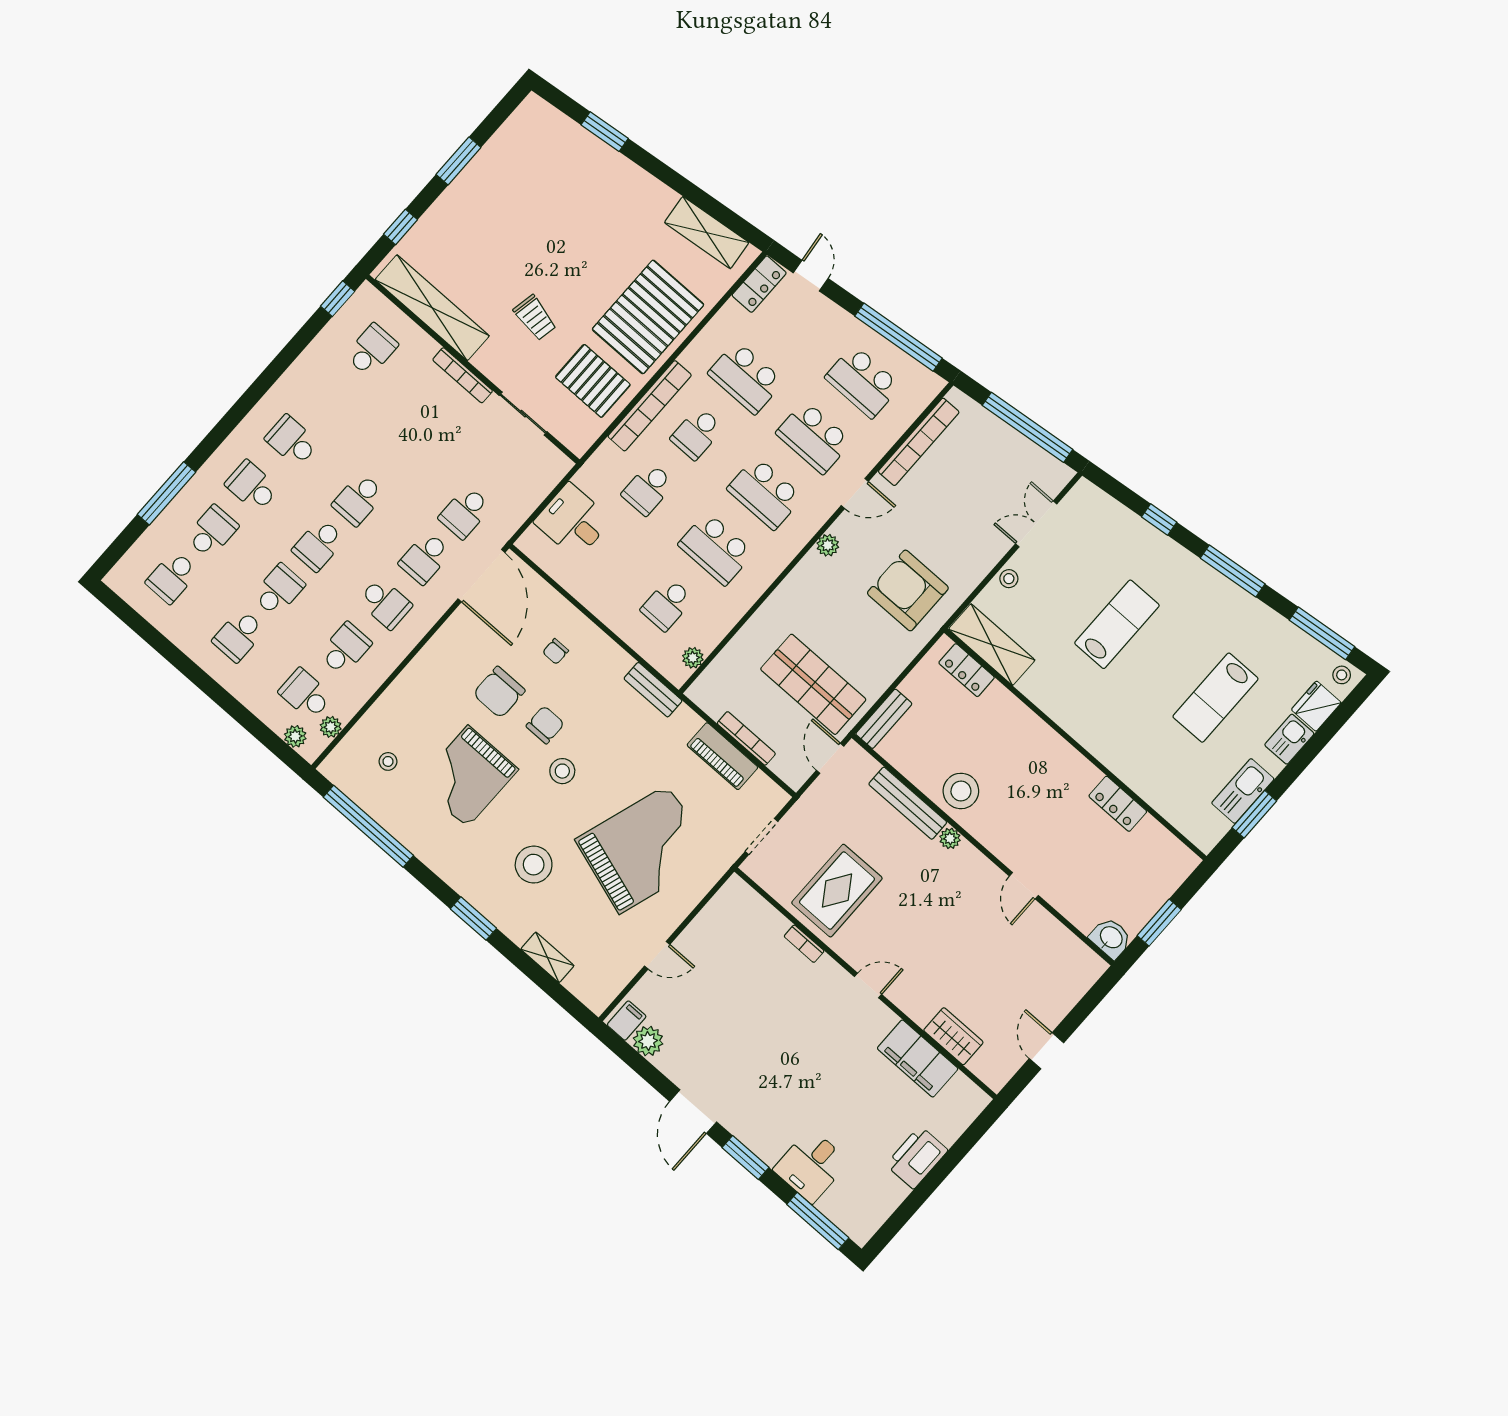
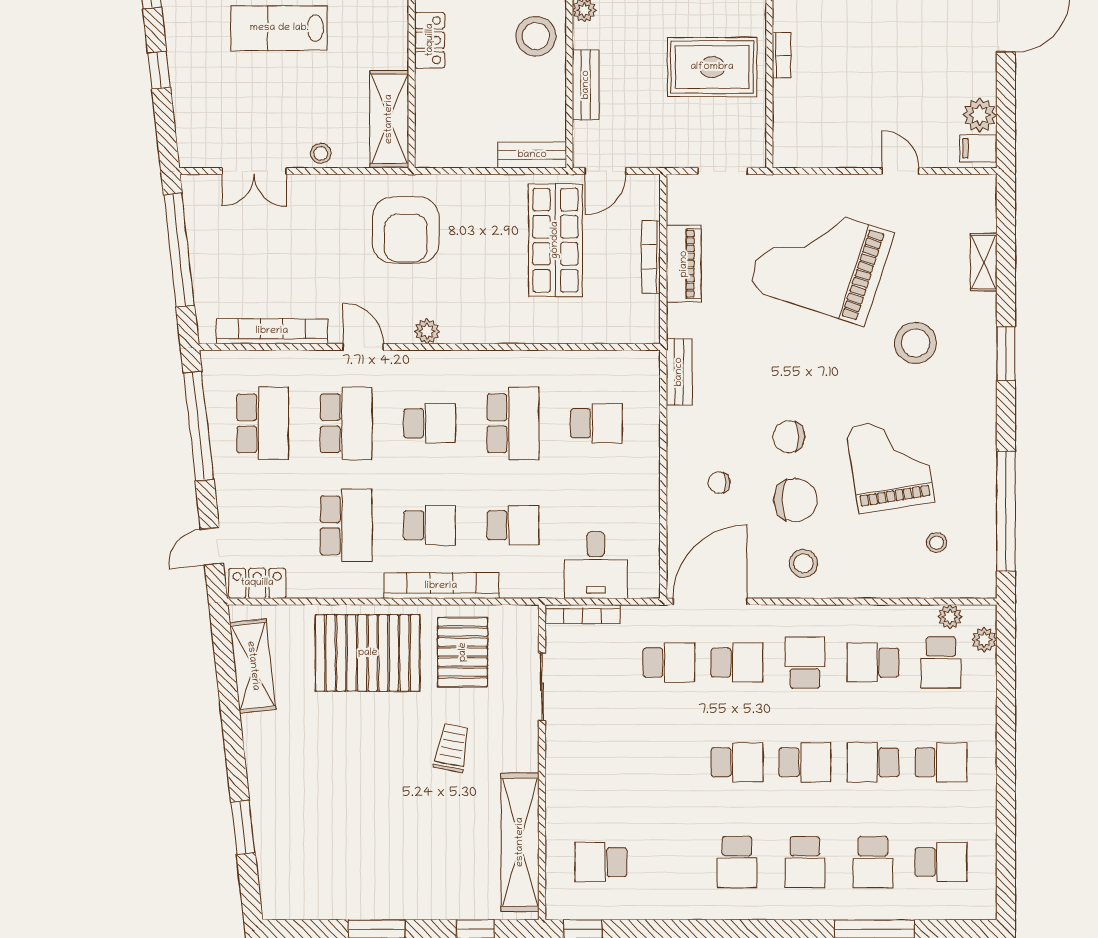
bookcase: (463, 375) -> (582, 614), moved, turned 90
school desk: (765, 493) -> (430, 423), width x0.54
school desk: (212, 532) -> (873, 862), turned -90
chair: (556, 652) -> (719, 483), turned 180
plant: (693, 658) -> (622, 362), removed
locker: (967, 670) -> (430, 40), moved
stool: (562, 771) -> (803, 563), moved
grand piano: (468, 776) -> (890, 464), turned -99
bench: (908, 803) -> (586, 85), width x0.73

